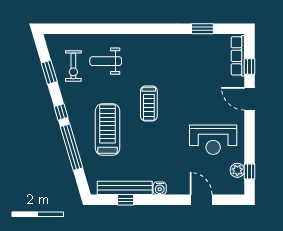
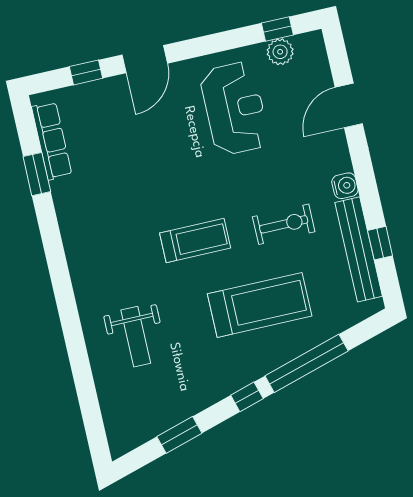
row of seats: (238, 56) -> (52, 141), moved, turned -90
exercise bike: (73, 66) -> (284, 224), moved
treadmill: (108, 130) -> (260, 305), turned 180

